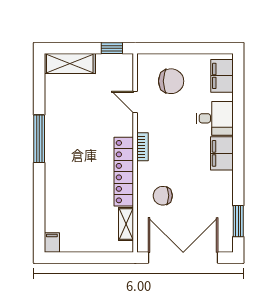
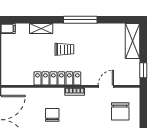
trolley: (82, 162) -> (64, 49), added
chair: (163, 196) -> (52, 115), moved
shelving: (126, 224) -> (41, 28), moved

